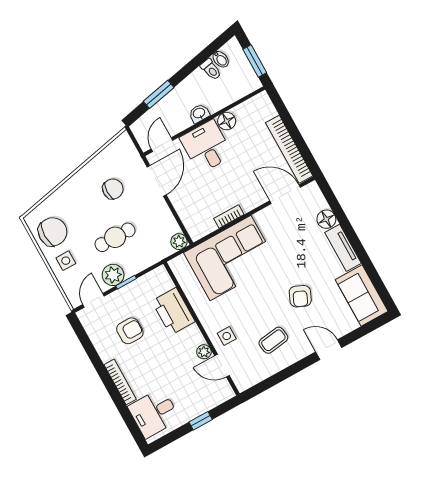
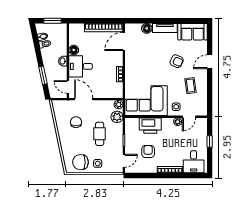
chair: (53, 232) -> (80, 162), turned -90
corner sofa: (231, 258) -> (146, 101), moved, turned -90
plant: (113, 275) -> (117, 117), moved
door: (93, 300) -> (124, 161), swing flipped

